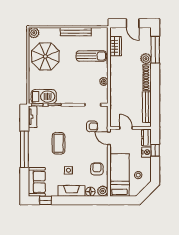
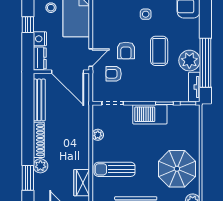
window: (155, 50) -> (28, 178), width x0.69
barbecue: (44, 97) -> (150, 114), moved
door: (126, 128) -> (68, 72), width x1.88
plant: (36, 136) -> (189, 61), added
door: (109, 138) -> (91, 58), hinge flipped
window: (24, 149) -> (205, 63), moved
window: (155, 150) -> (28, 25), moved
armchair: (97, 169) -> (126, 51), moved

